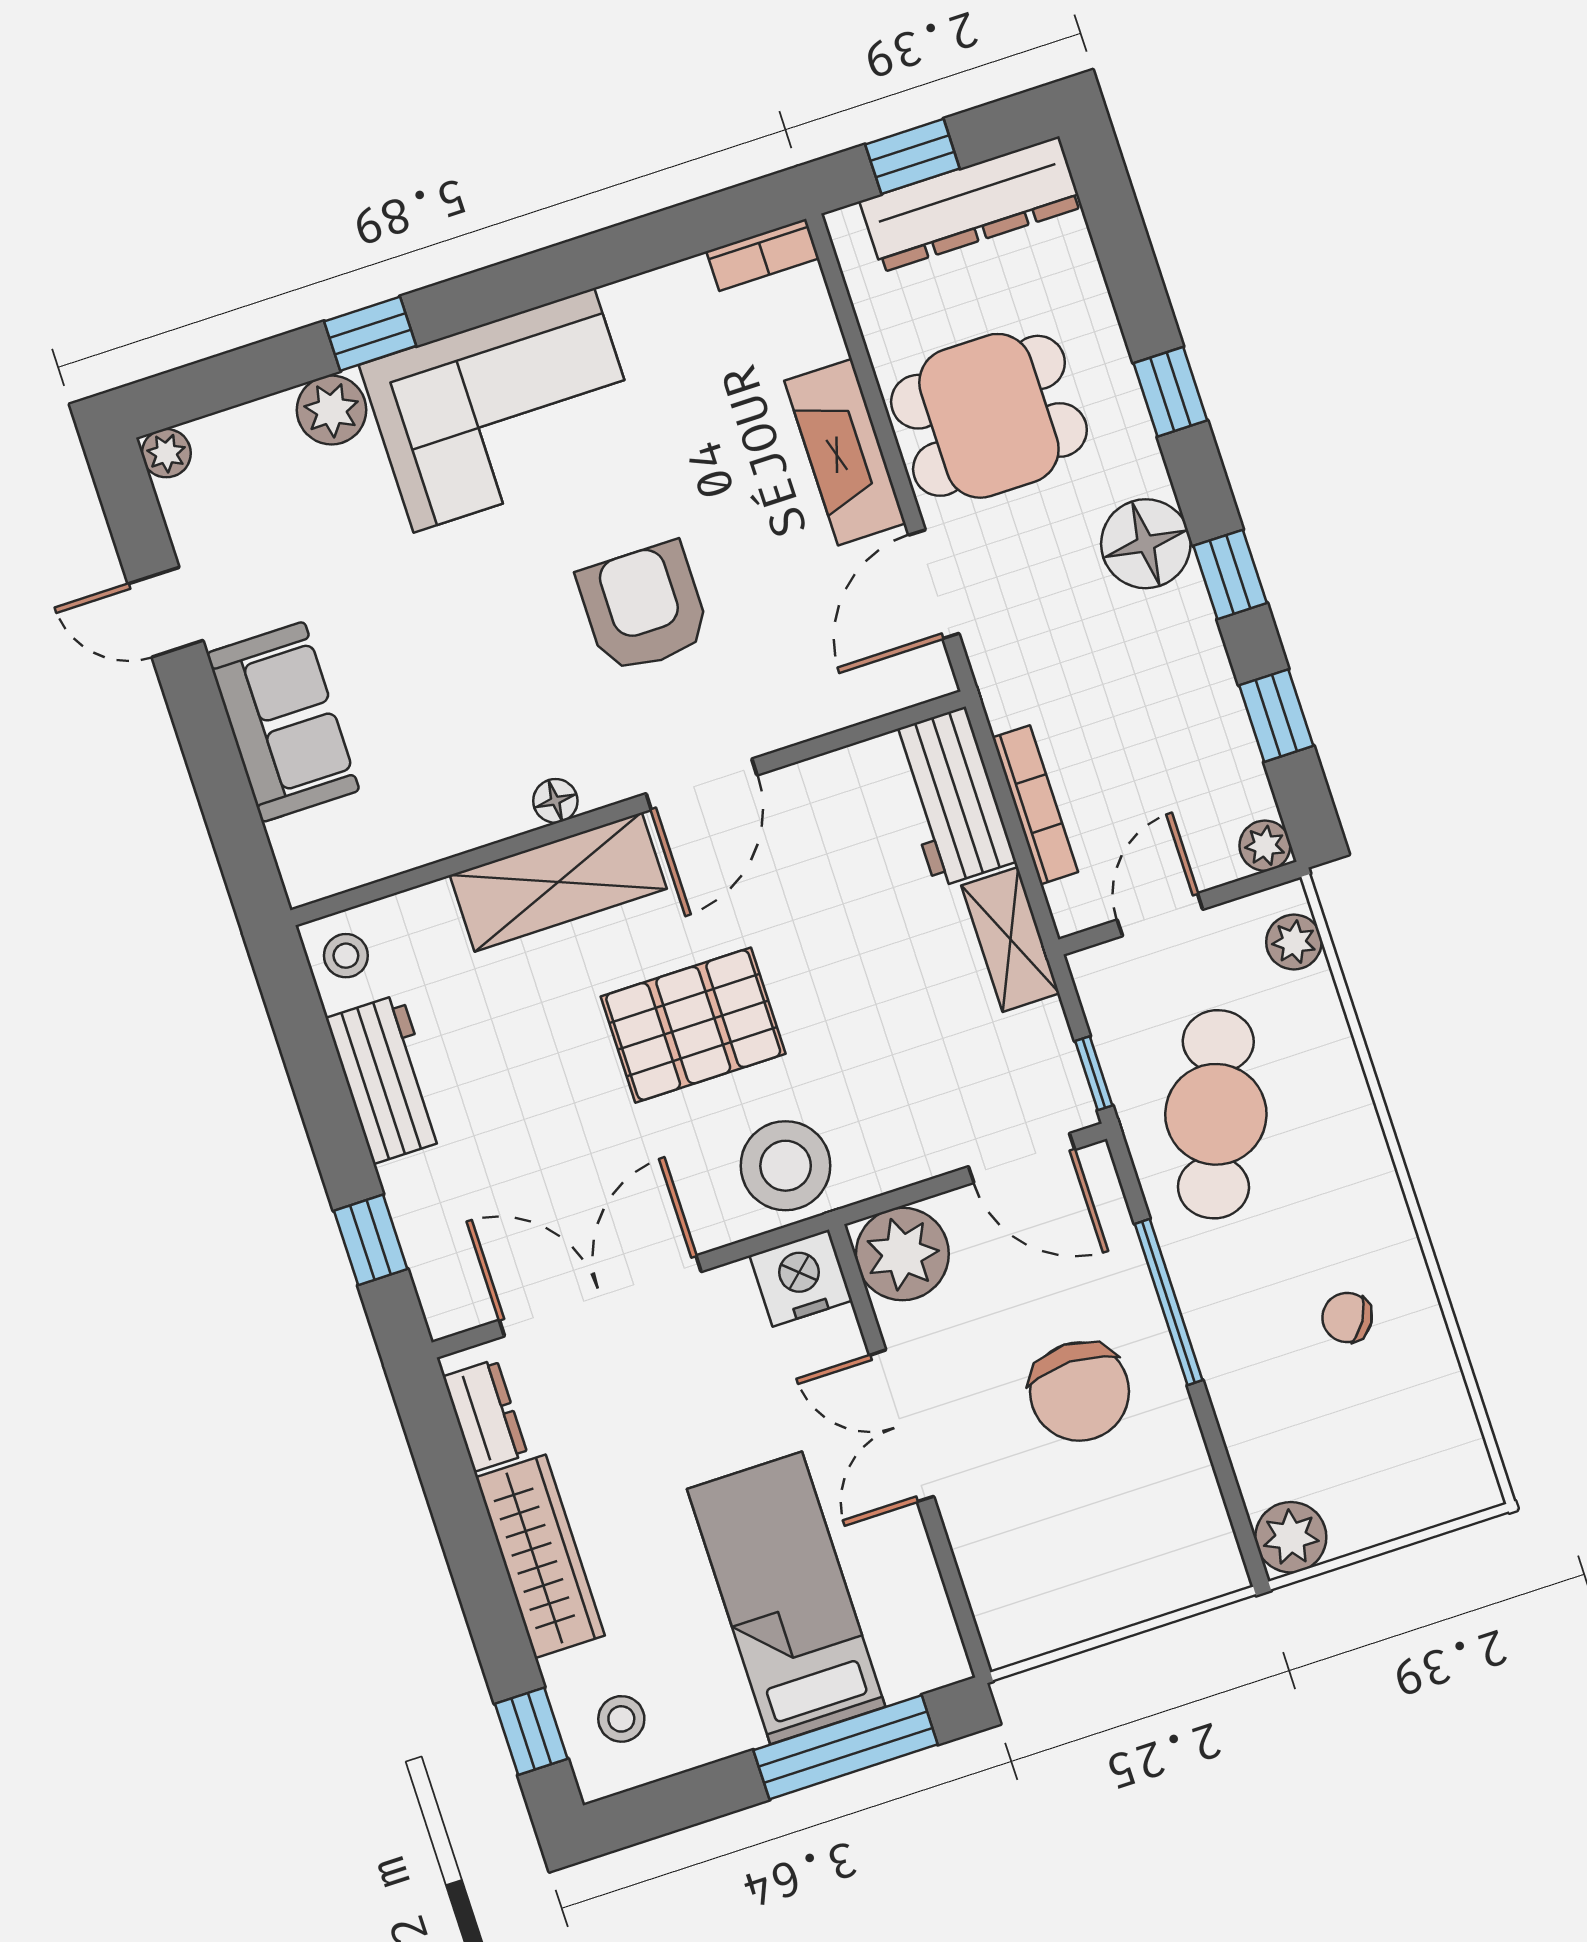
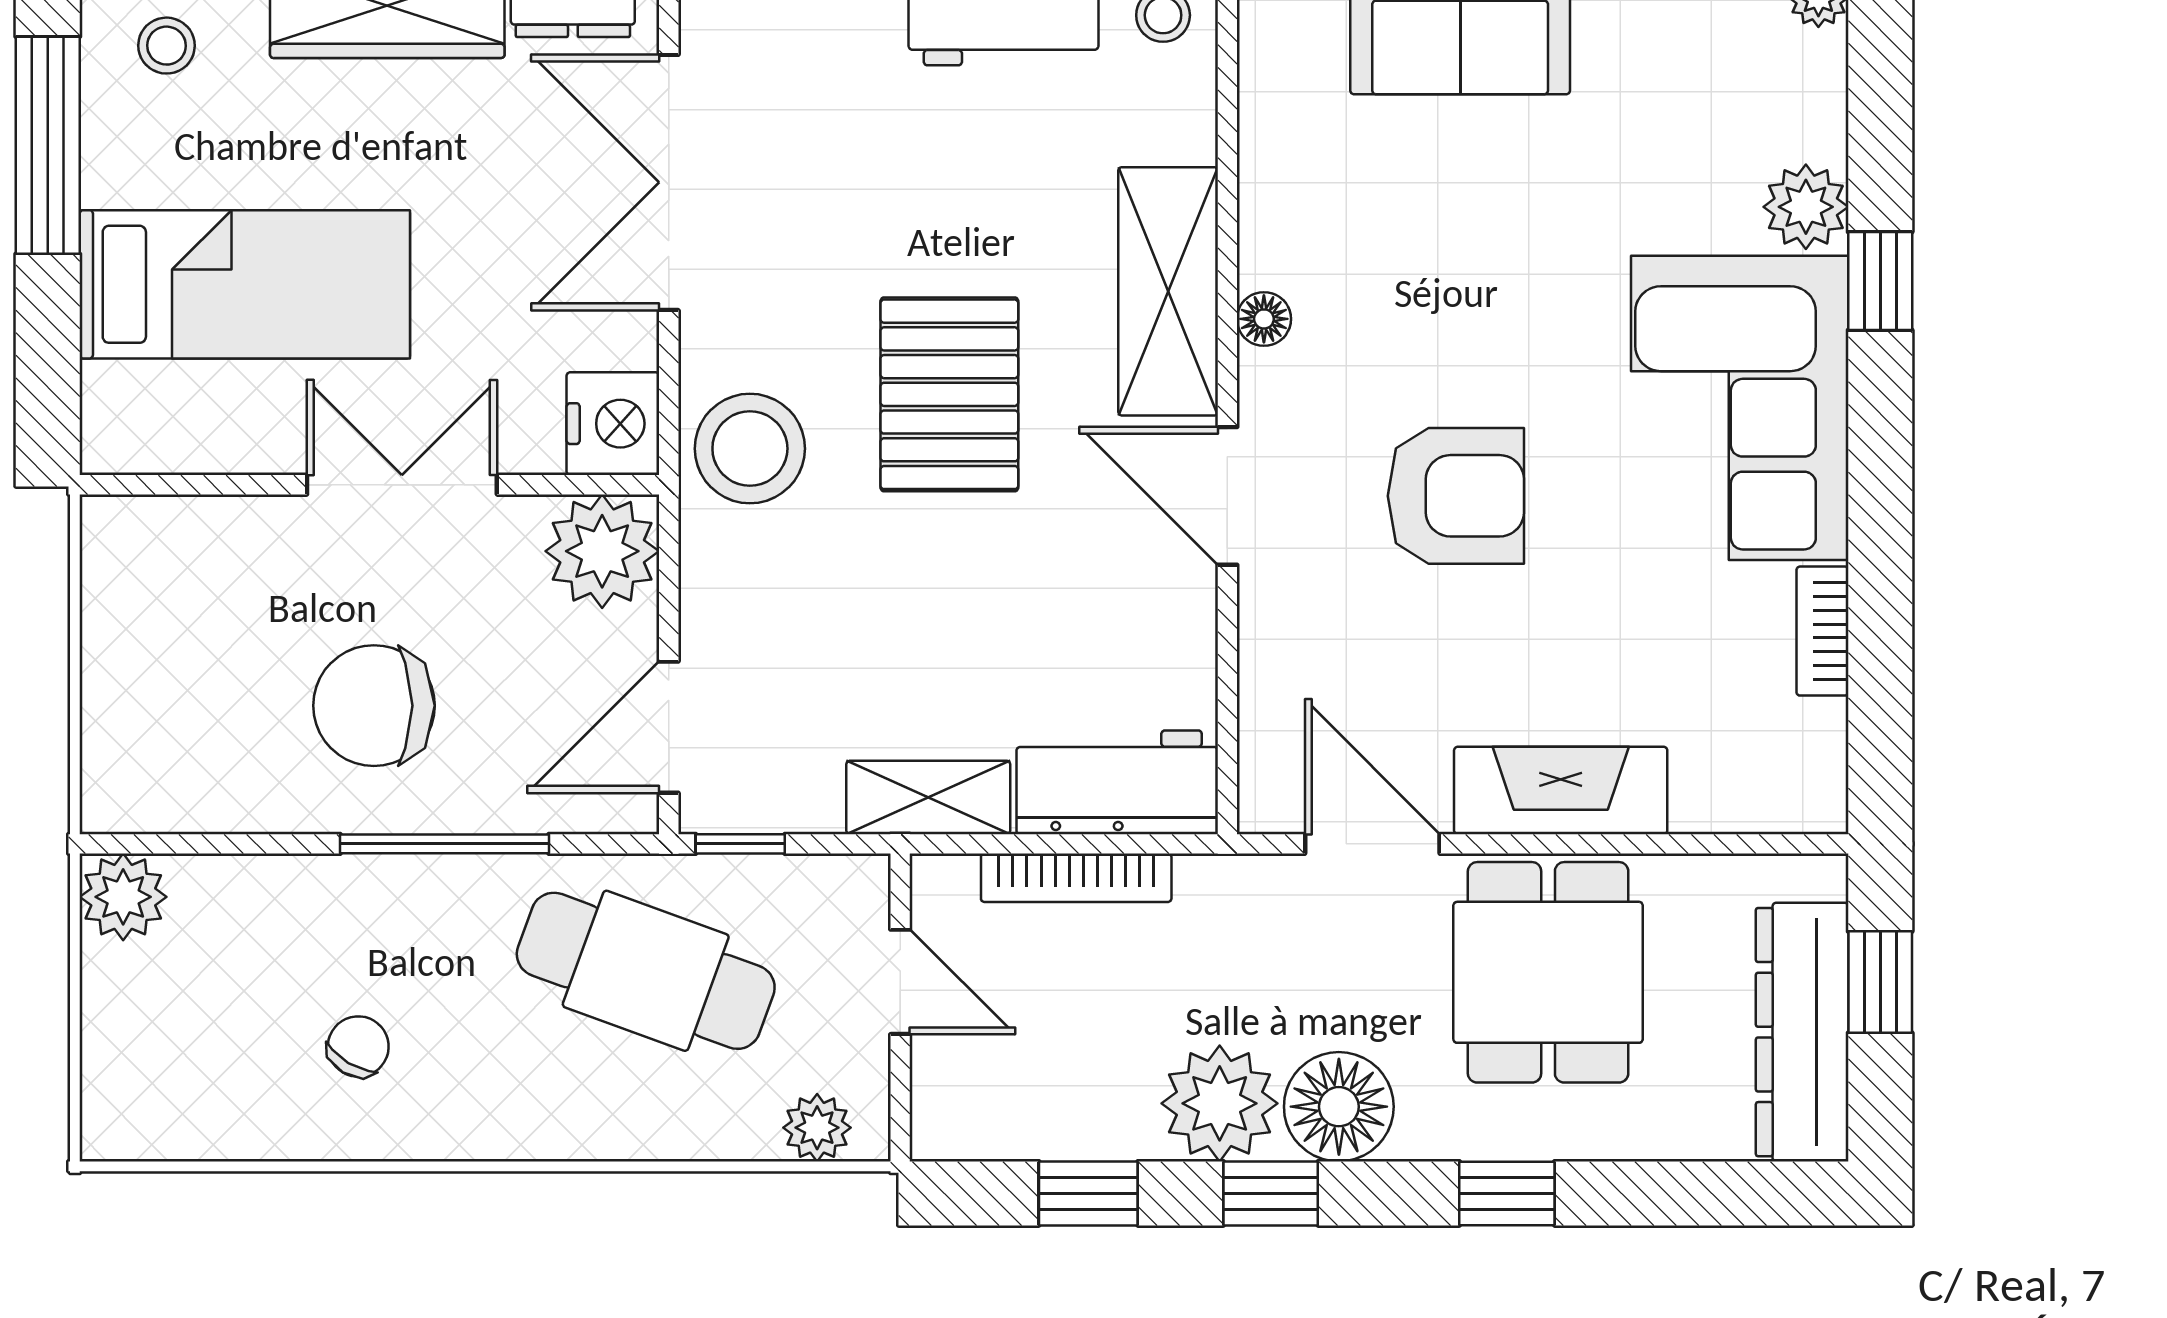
bookcase: (763, 255) -> (1822, 631), moved
plant: (1265, 846) -> (1220, 1103), moved, width x1.88, depth x1.88
double door: (600, 1296) -> (669, 182), swing flipped
window: (846, 1747) -> (48, 145), moved

